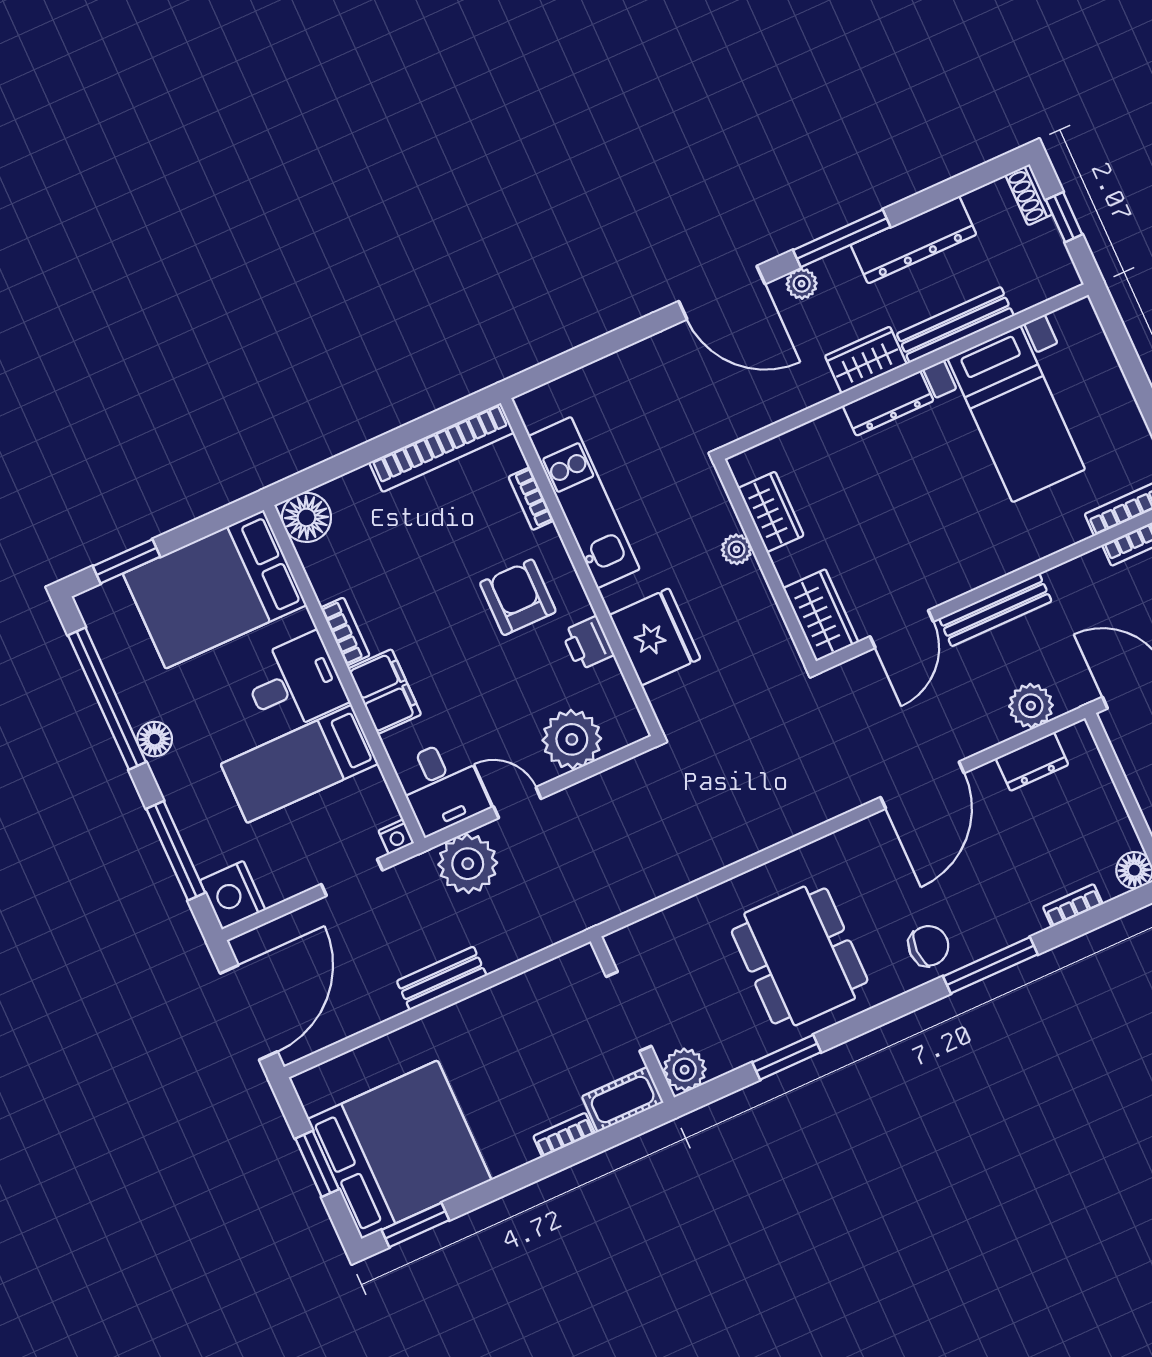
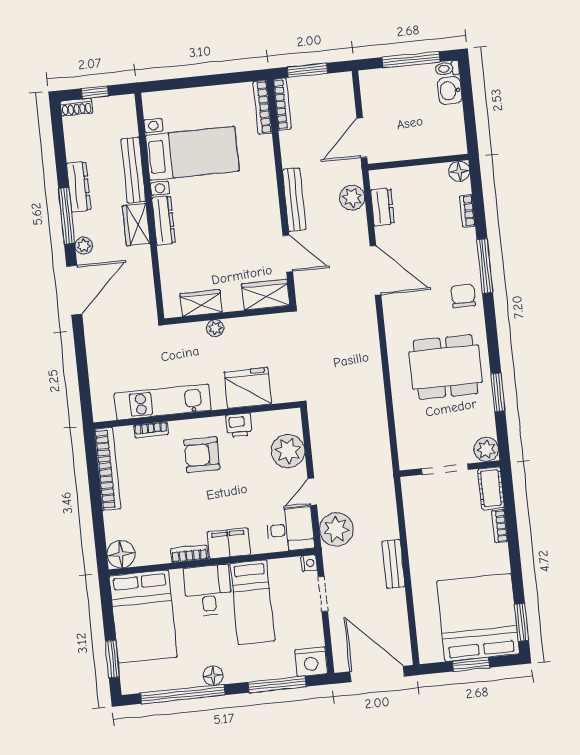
dresser: (913, 240) -> (79, 187), width x0.73, depth x0.80

